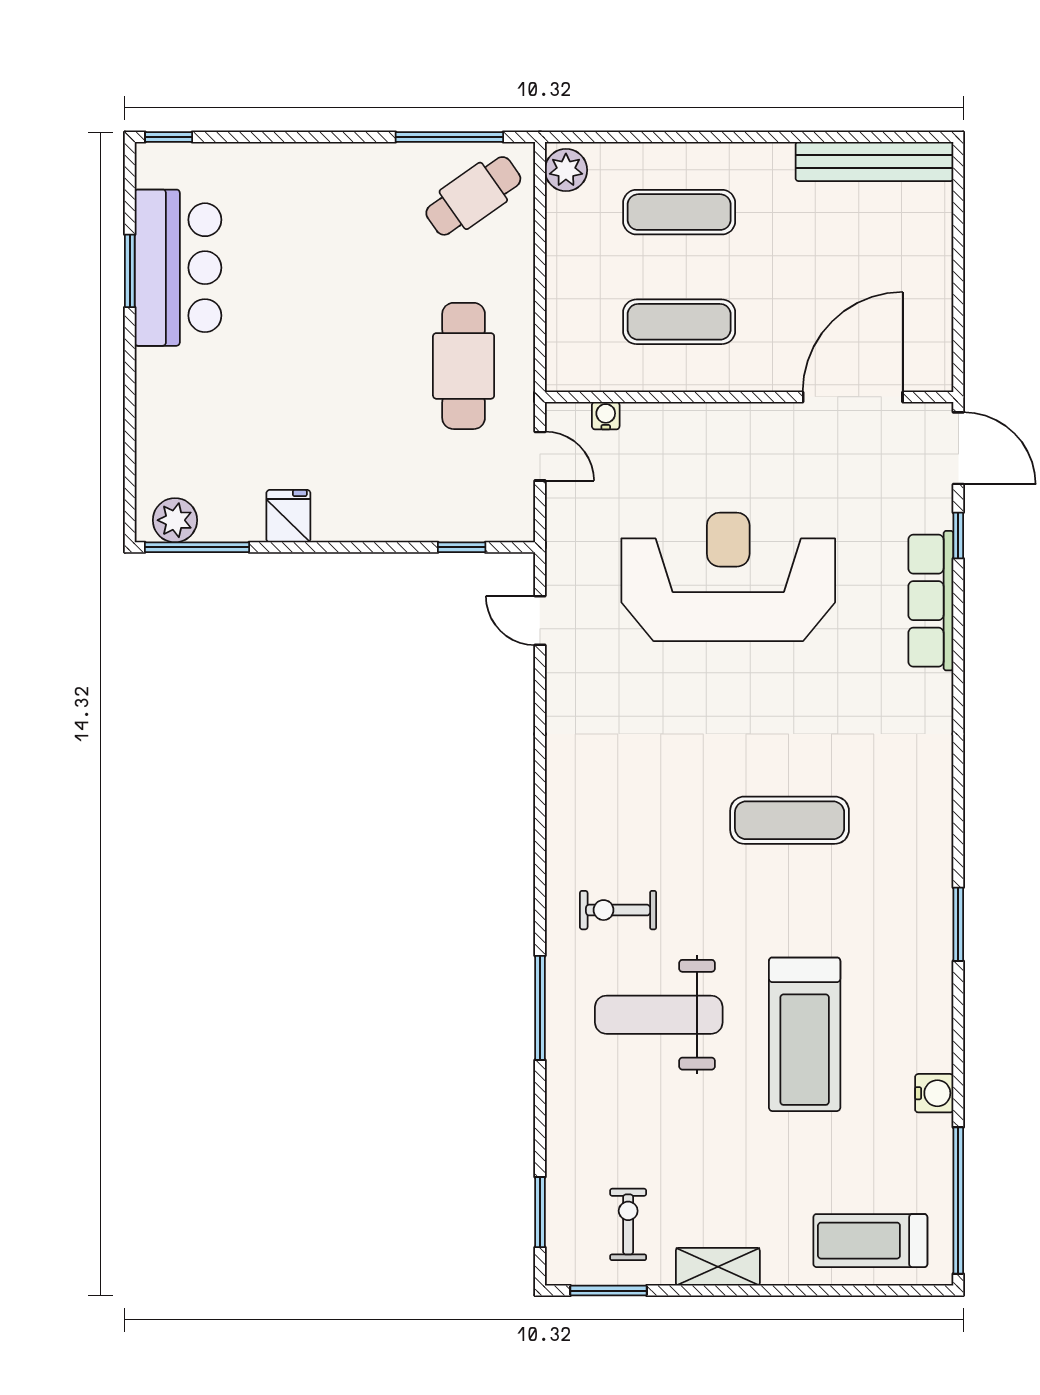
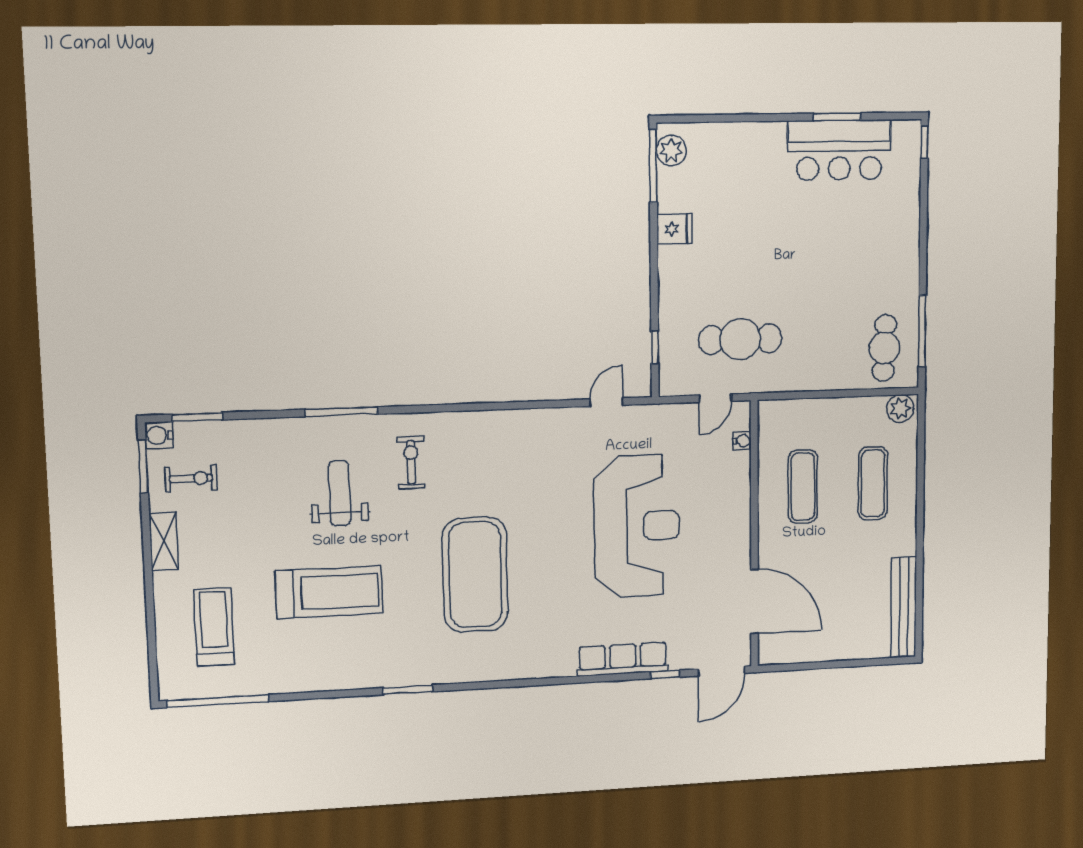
cafe table: (473, 196) -> (884, 348), turned 38
cafe table: (464, 366) -> (740, 339), moved
exercise mat: (790, 820) -> (475, 575), width x2.00, depth x1.45
weight bench: (659, 1015) -> (339, 493), width x0.73, depth x0.75
treadmill: (805, 1034) -> (329, 592), turned 180
water cooler: (934, 1093) -> (159, 435), moved, turned 90
treadmill: (870, 1241) -> (214, 627), moved

